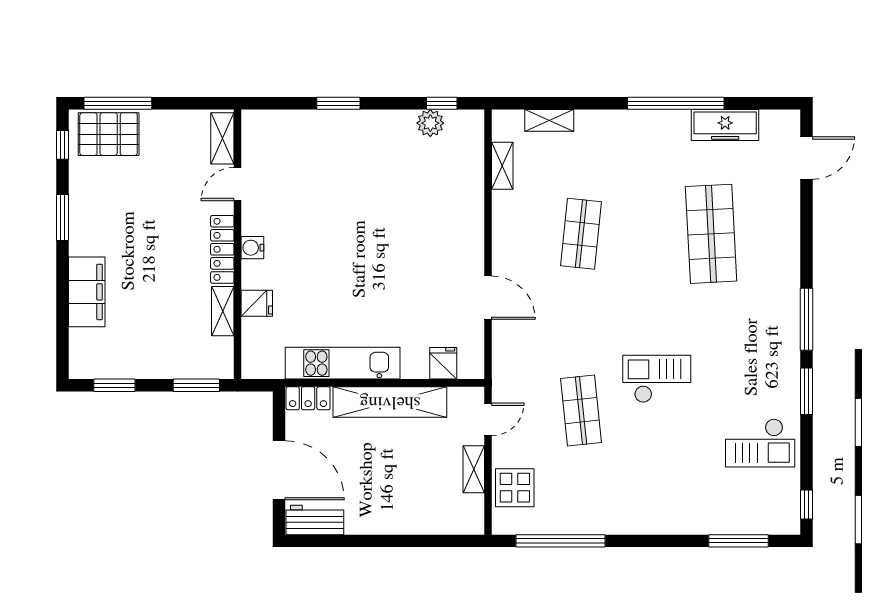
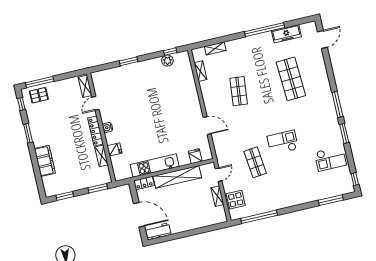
pallet: (109, 134) -> (39, 95), width x0.67, depth x0.71

